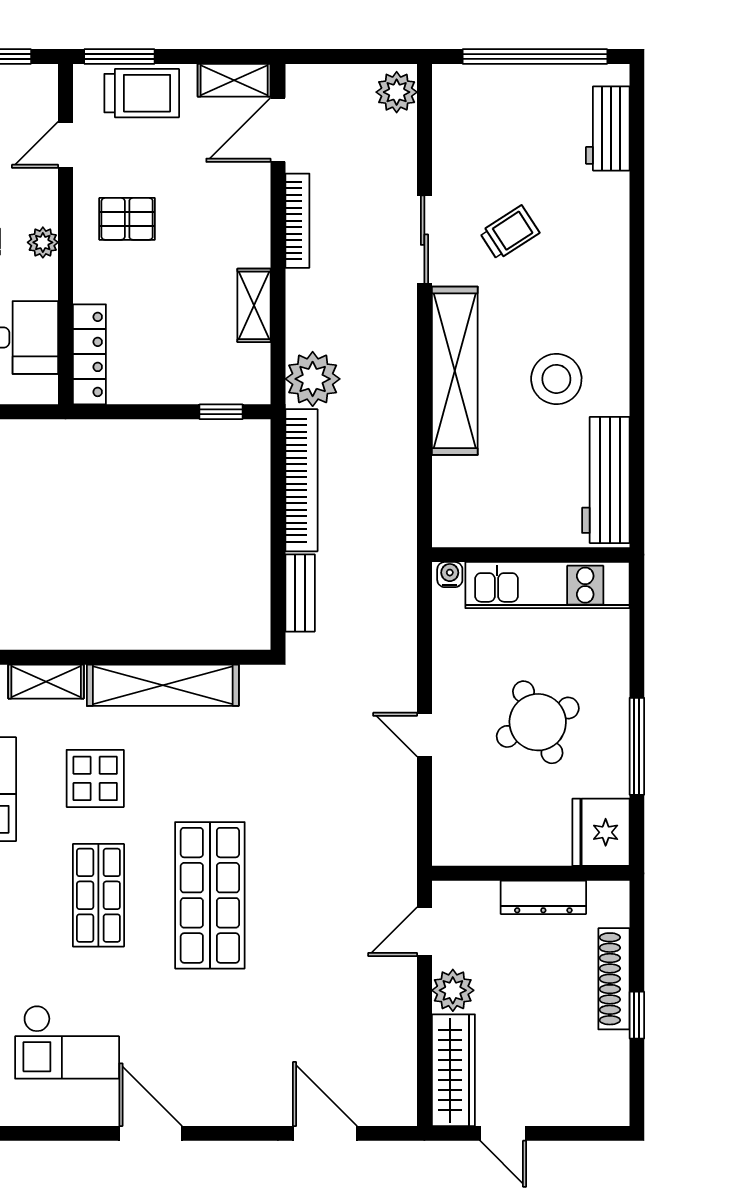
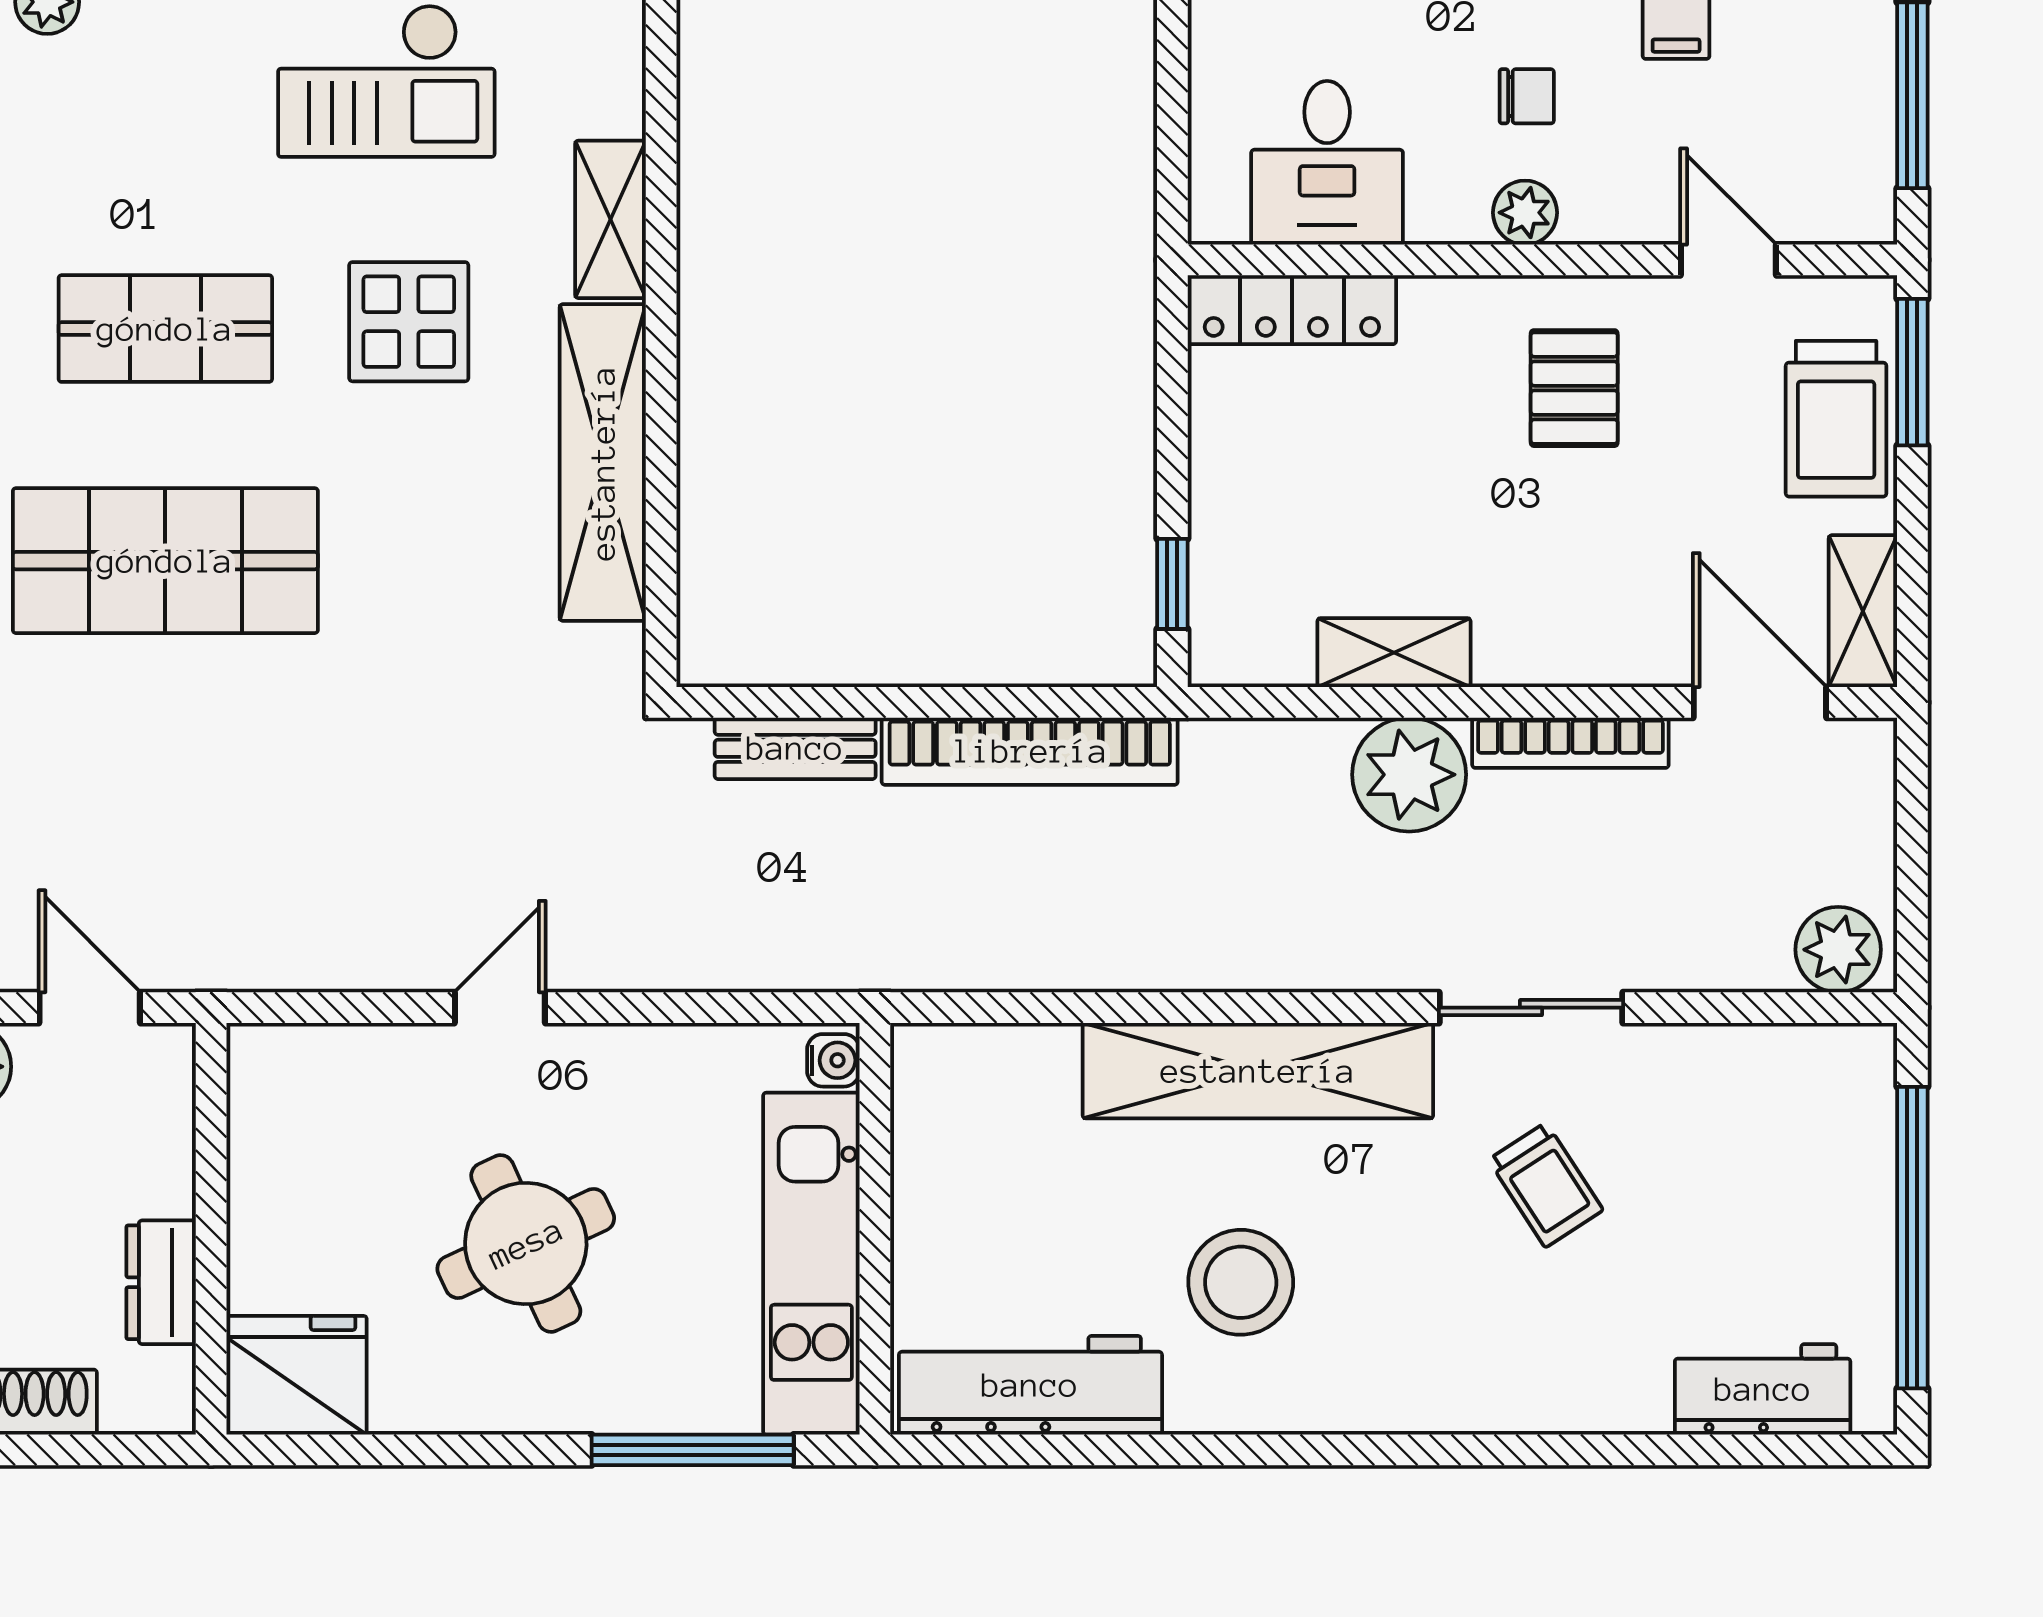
plant: (313, 379) -> (1409, 775), moved
window: (637, 746) -> (693, 1450), moved
dresser: (543, 897) -> (161, 1282), width x0.70

